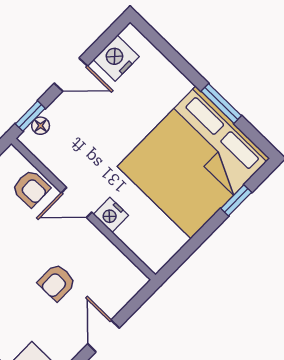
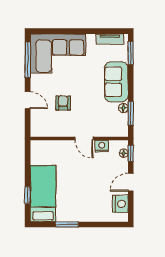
bed: (193, 162) -> (43, 194), width x0.49
armchair: (31, 188) -> (105, 128), removed
door: (77, 203) -> (84, 138), swing flipped
nightstand: (111, 215) -> (102, 146), moved

